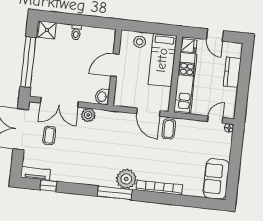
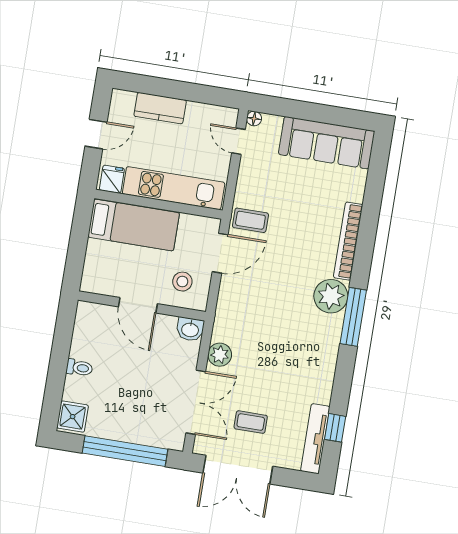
stool: (140, 42) -> (182, 282), moved
tv unit: (36, 174) -> (315, 439), width x1.41
sofa: (216, 179) -> (327, 143), width x1.36

